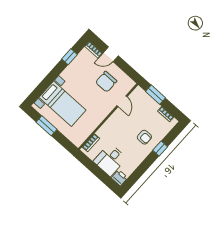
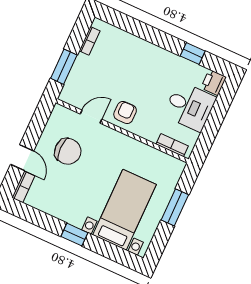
window: (69, 57) -> (74, 235), moved
window: (47, 126) -> (175, 207), moved
armchair: (144, 137) -> (125, 112), moved
window: (160, 148) -> (193, 53), moved

